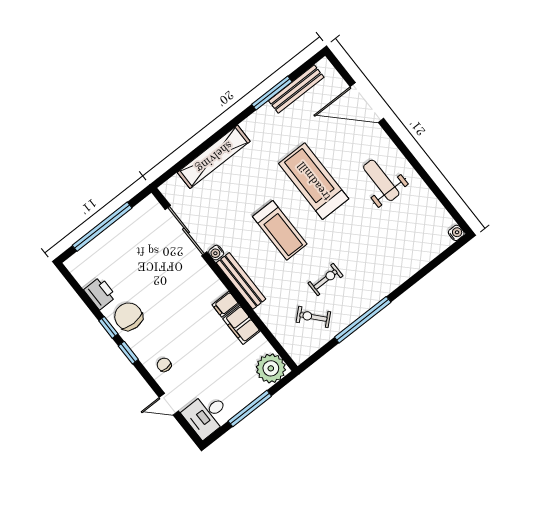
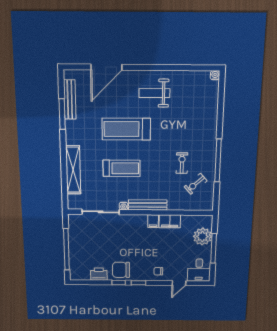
treadmill: (280, 230) -> (122, 168), moved
plant: (271, 368) -> (202, 237), moved

